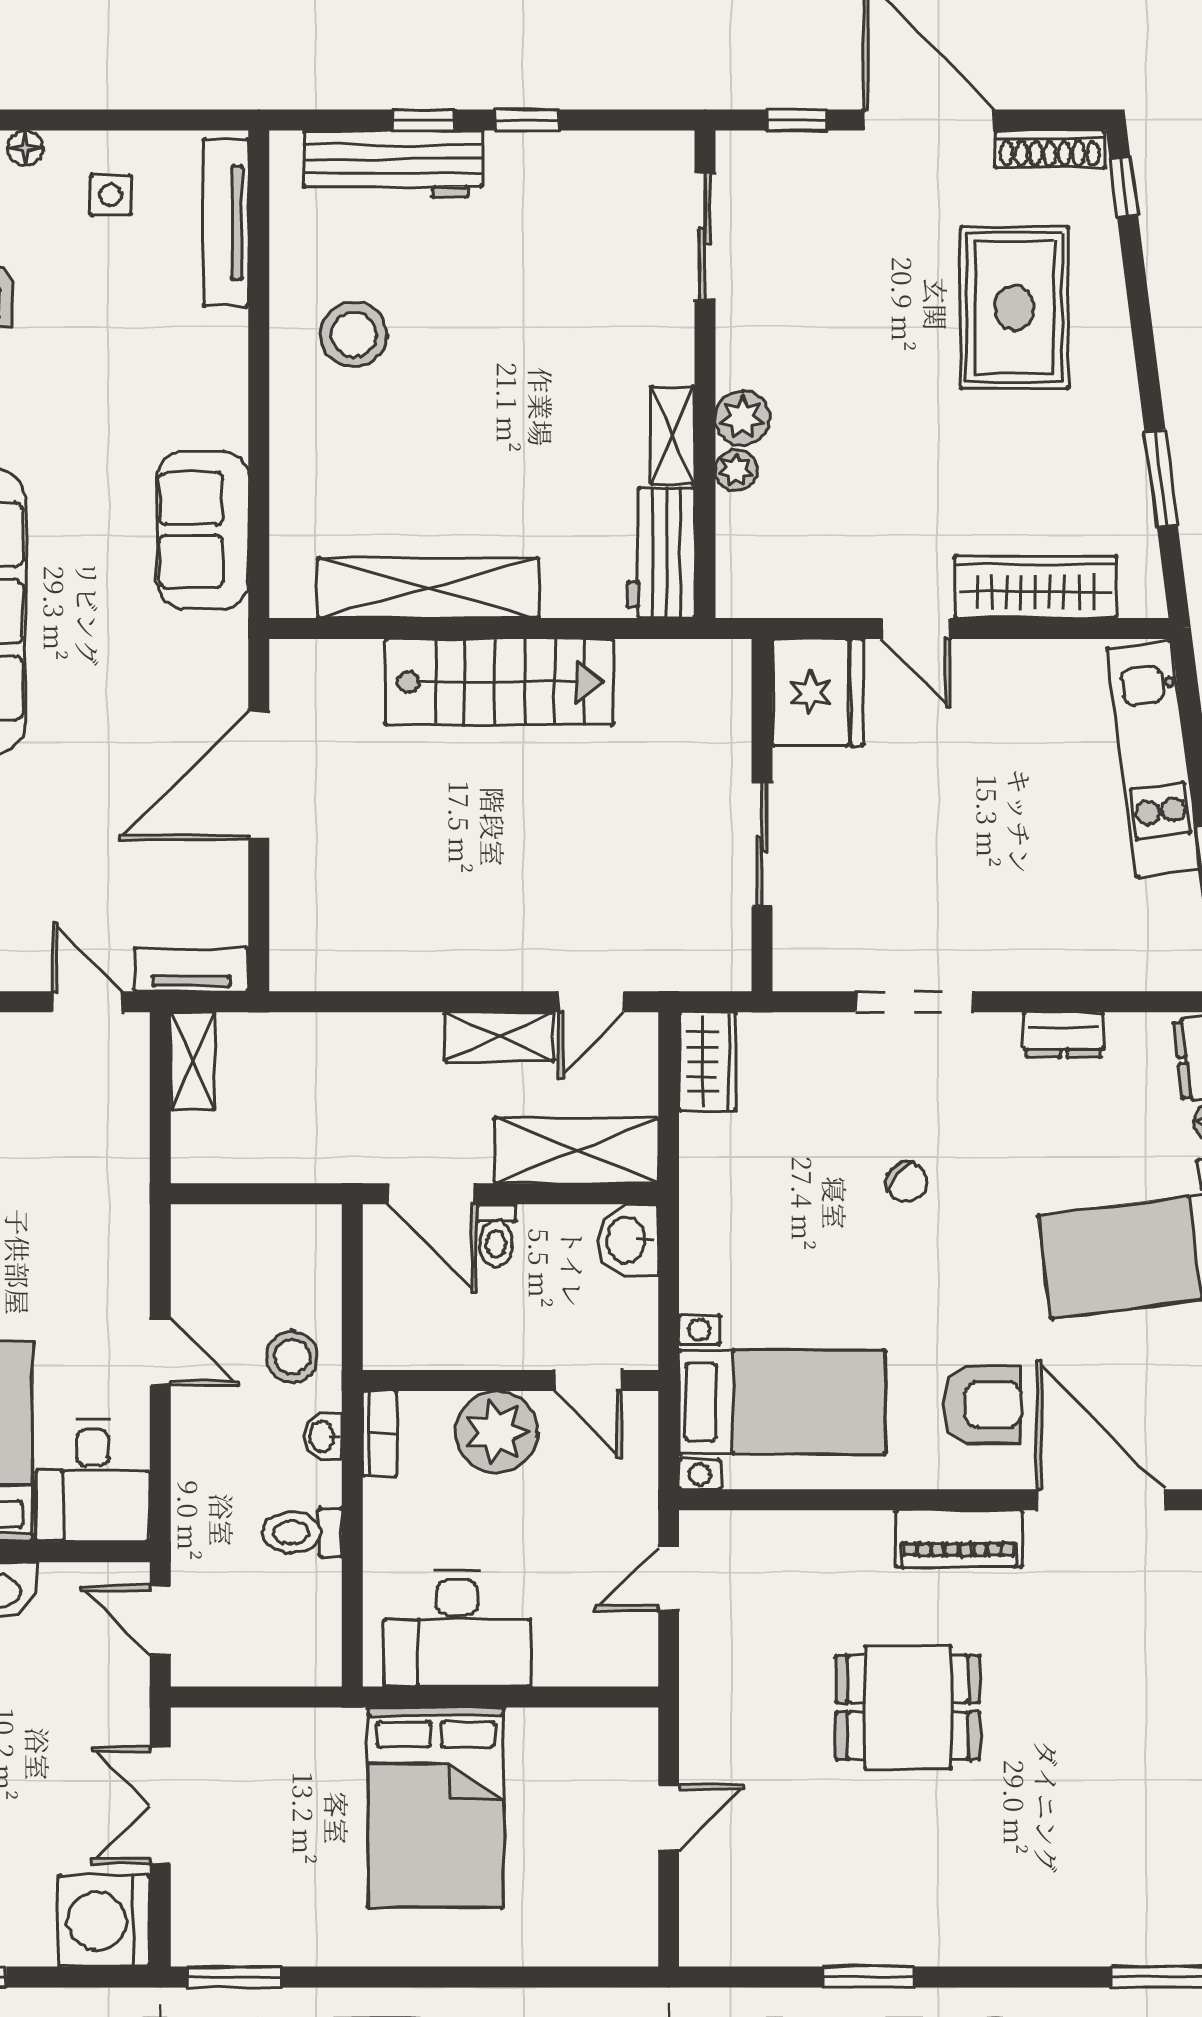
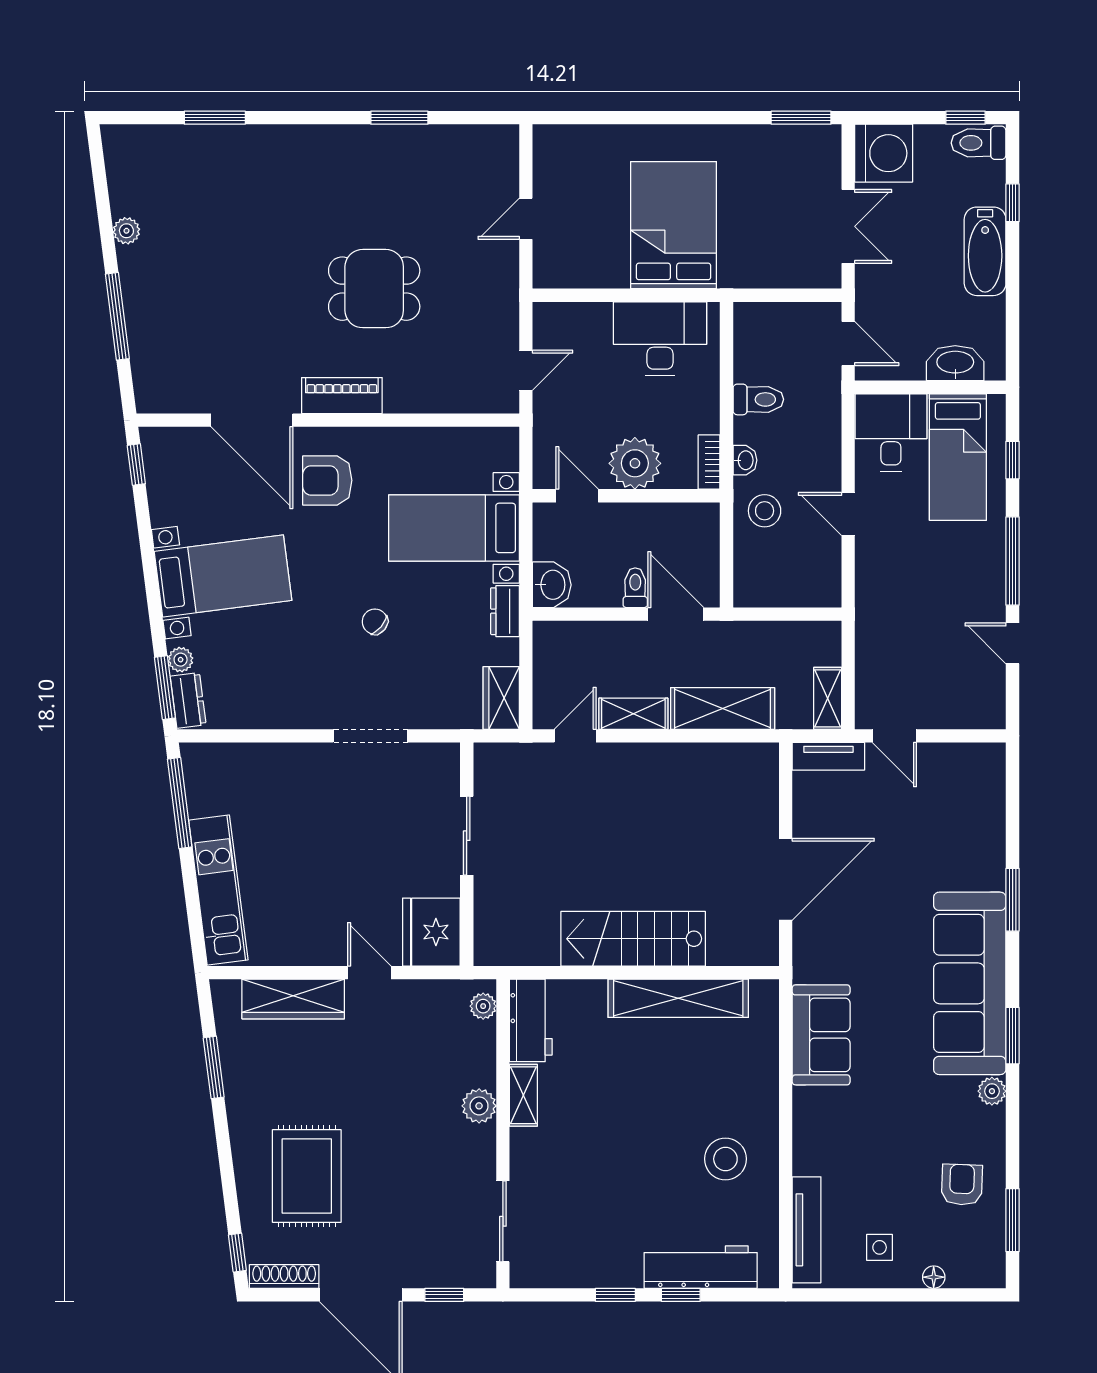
plant: (736, 470) -> (483, 1006), moved
dresser: (1063, 1035) -> (505, 611), moved, turned -90
shelving: (576, 1151) -> (723, 708), moved
bed with nightstands: (782, 1402) -> (454, 528), moved

